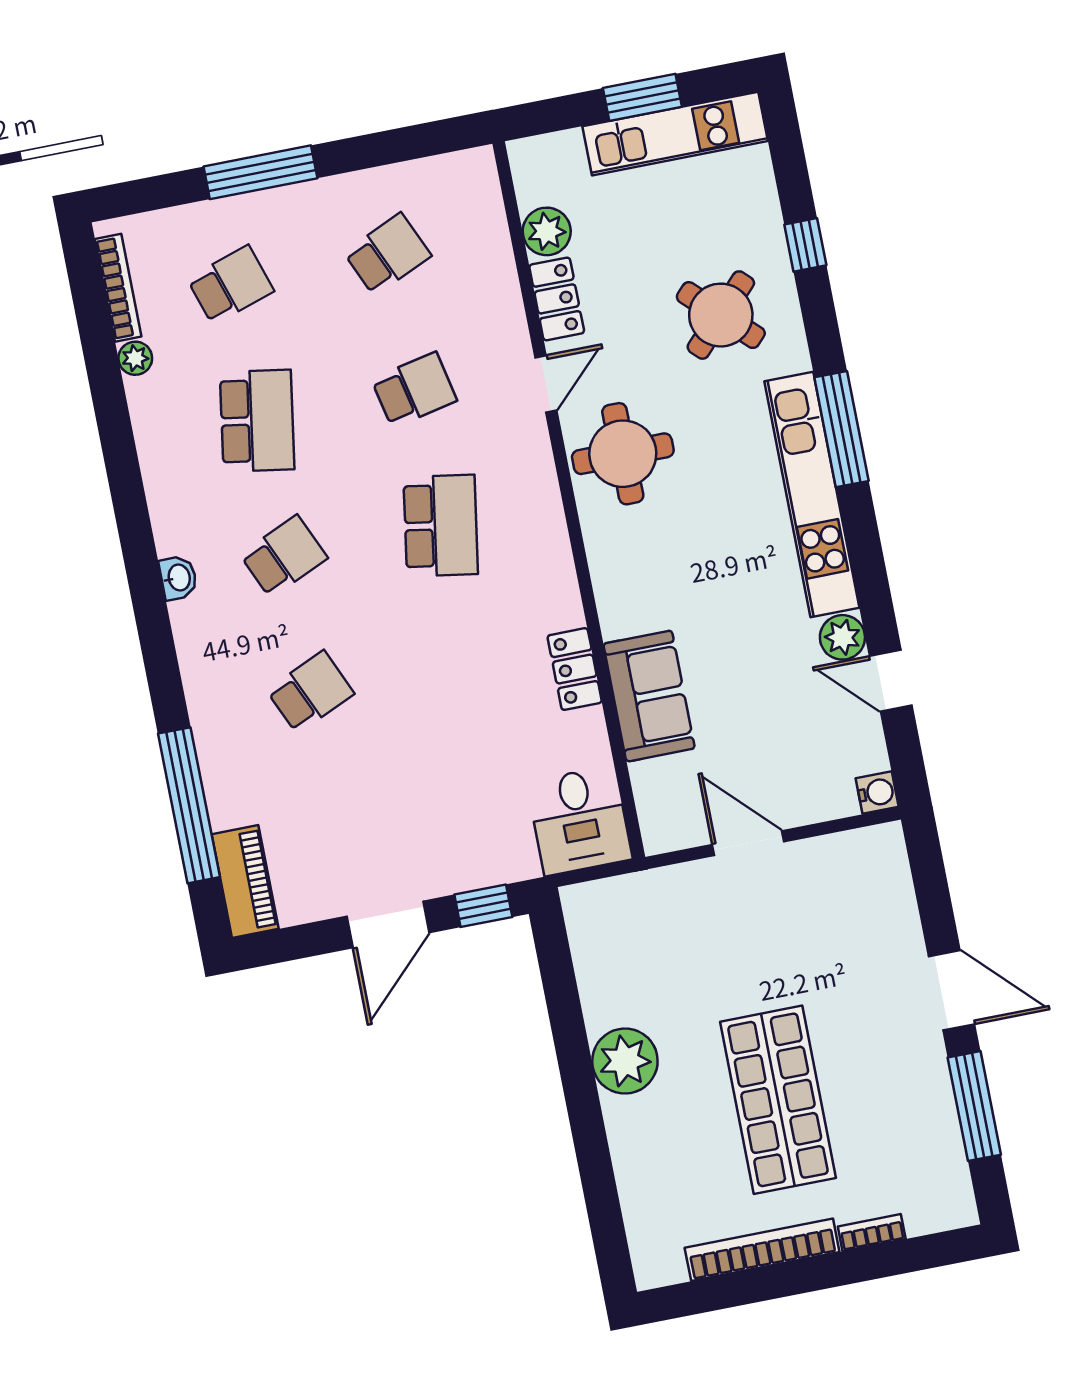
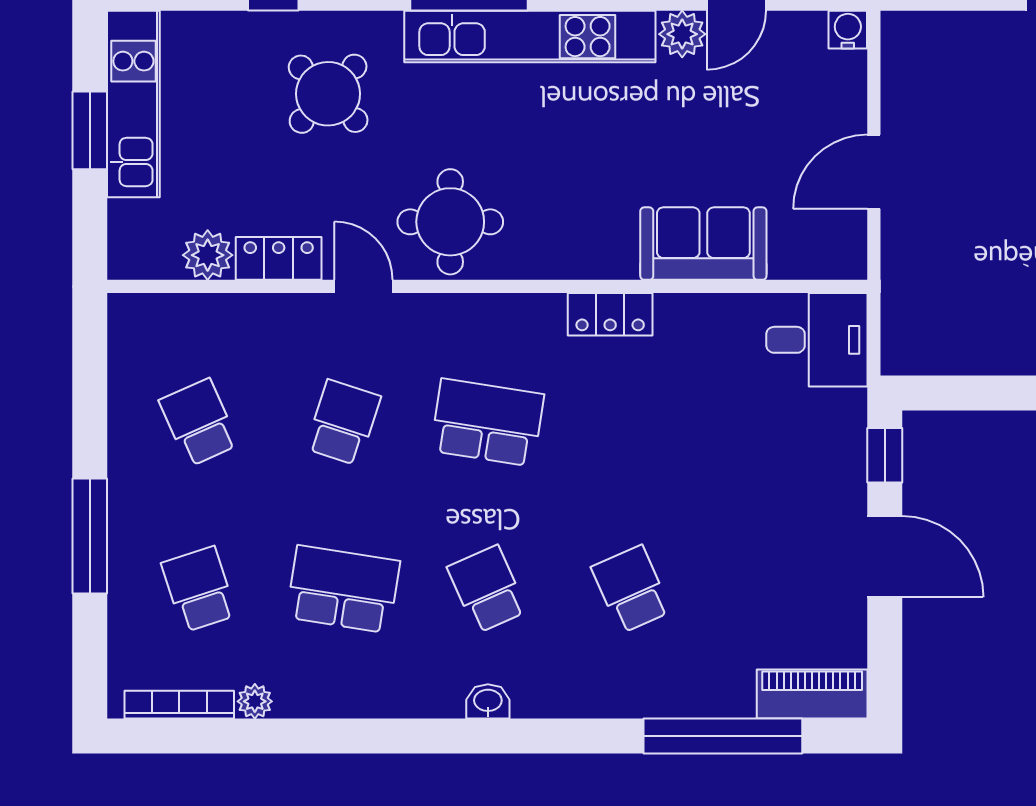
school desk: (414, 390) -> (343, 422), turned 30
locker: (575, 669) -> (610, 314), moved

